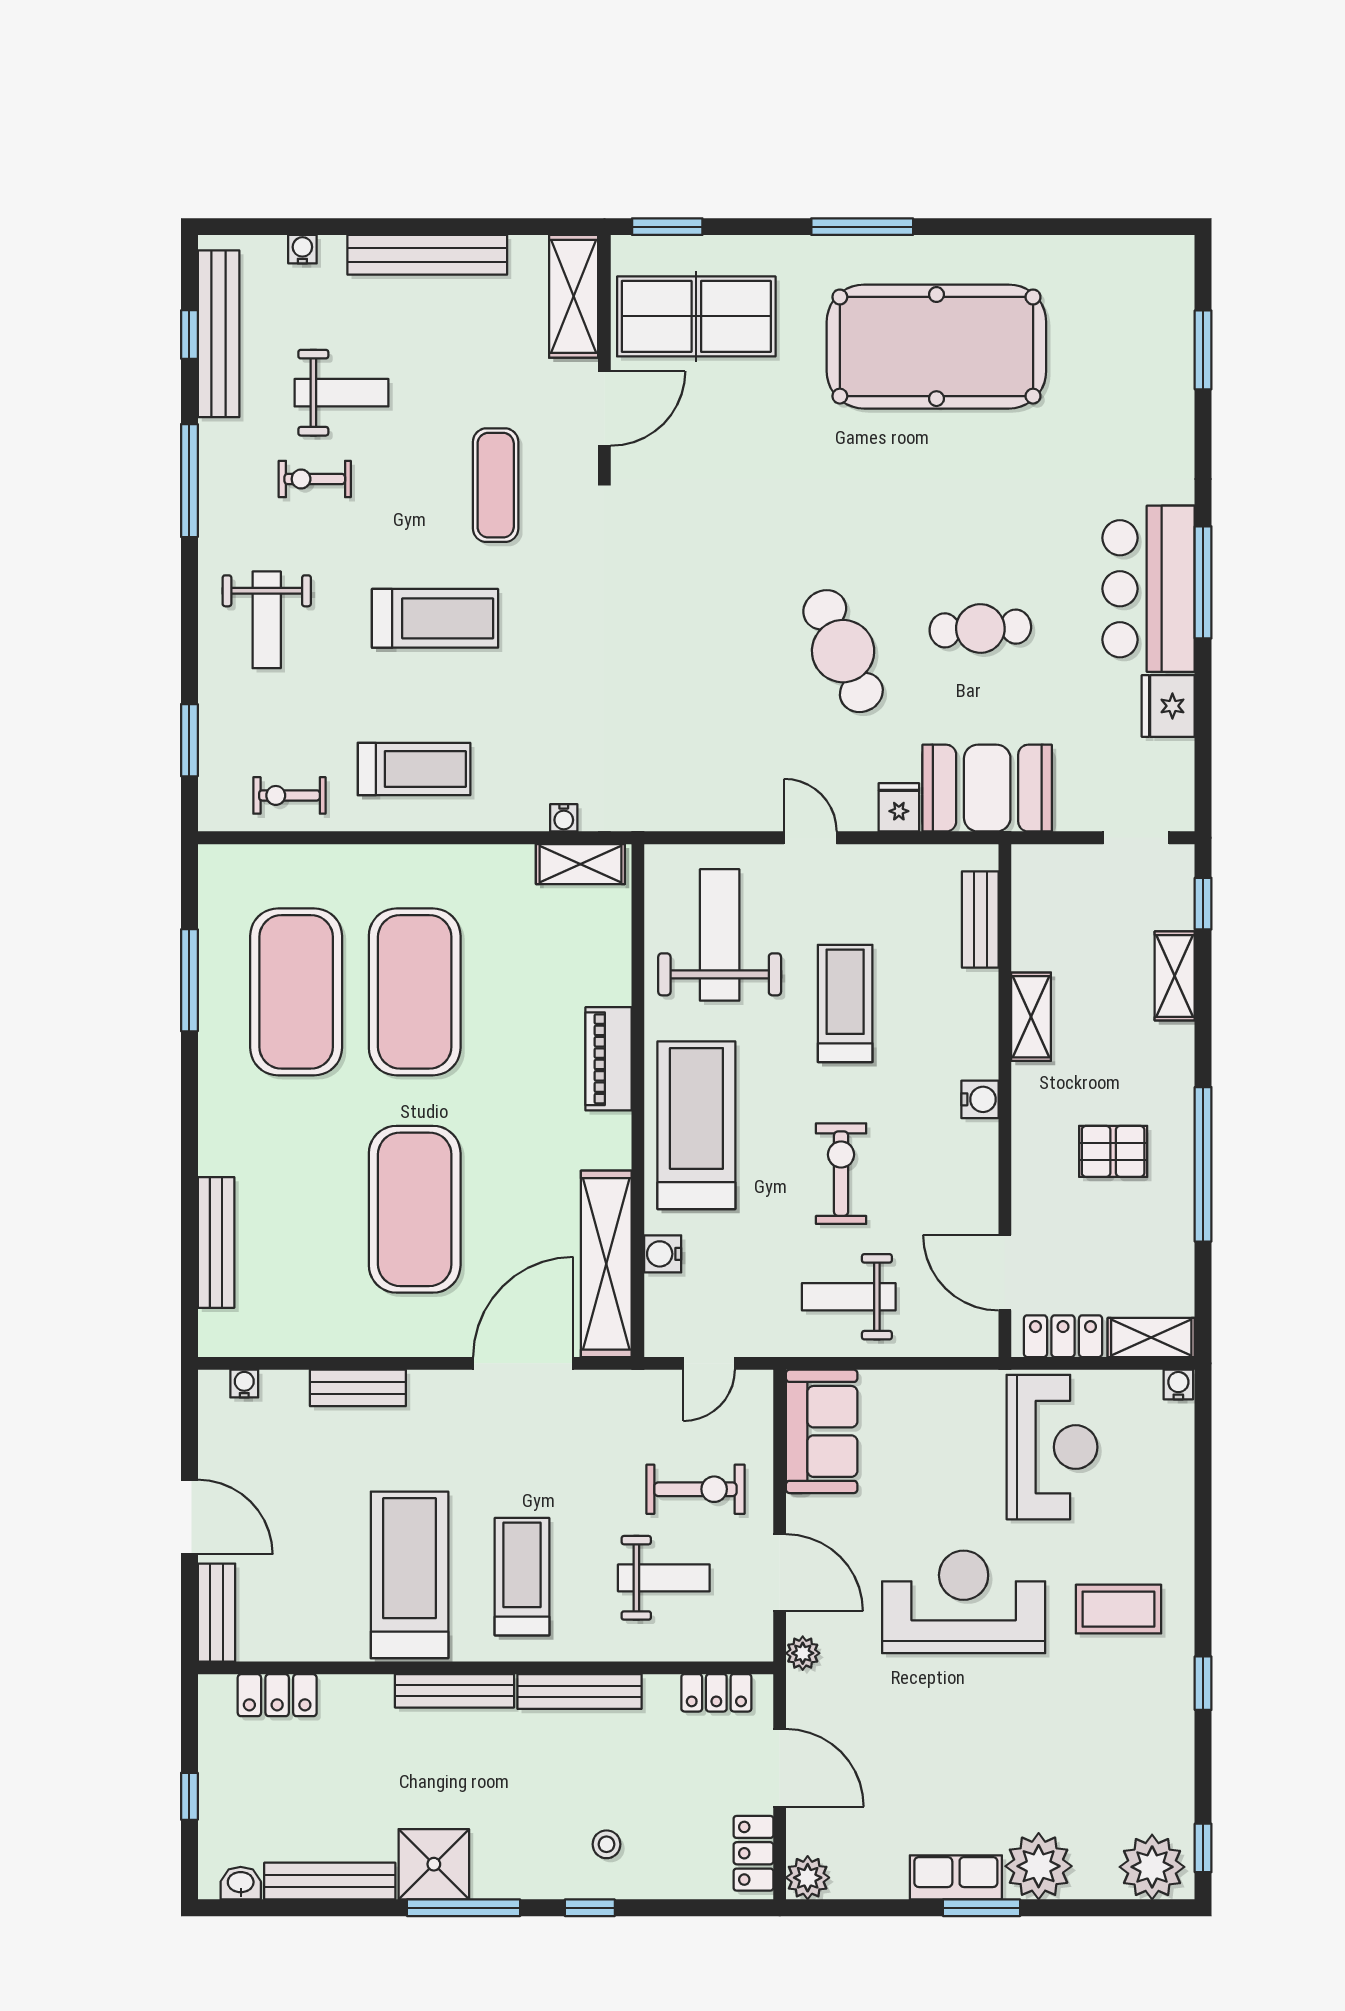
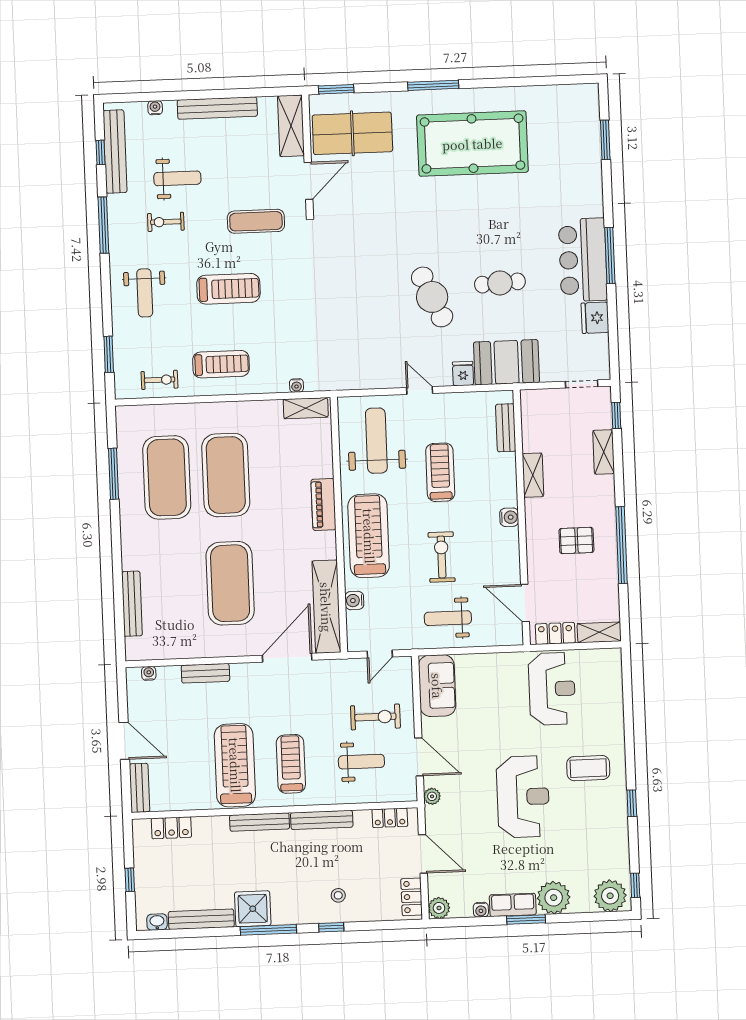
exercise mat: (496, 485) -> (256, 221), turned 90
exercise bike: (289, 795) -> (160, 380), turned 180
water cooler: (1178, 1384) -> (481, 910), moved, turned 180
reception desk: (964, 1602) -> (523, 797), moved, turned 90

